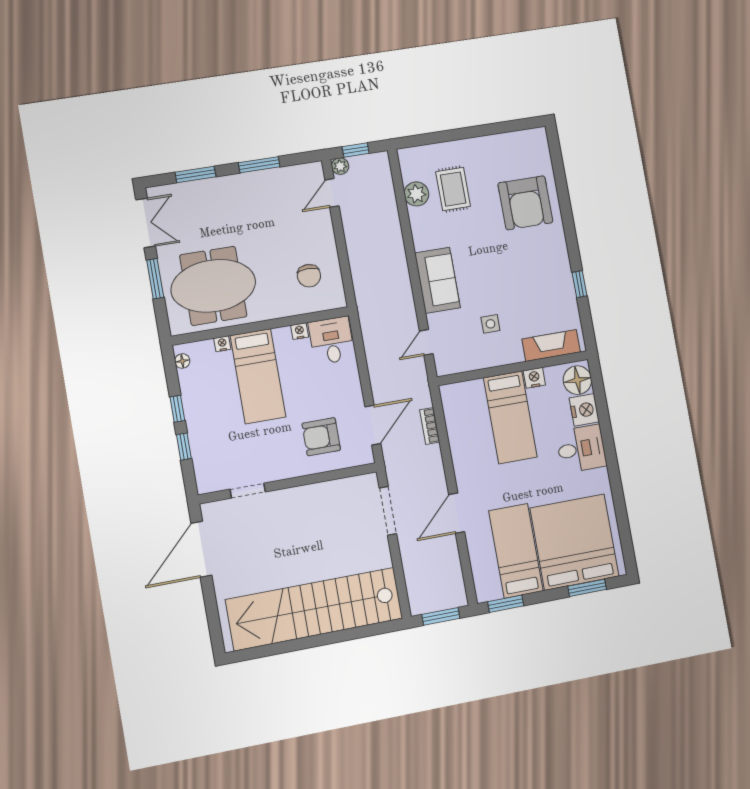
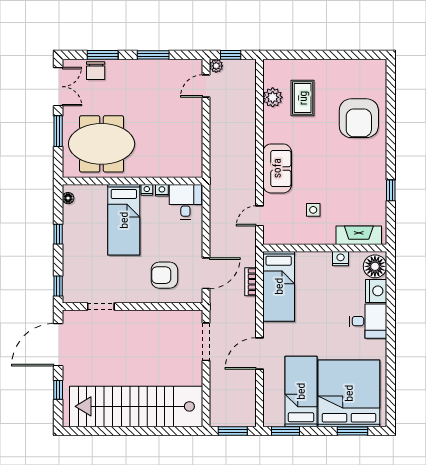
chair: (309, 276) -> (96, 71), moved
nightstand: (222, 344) -> (147, 190), moved
bed: (510, 417) -> (279, 286), moved
window: (184, 447) -> (58, 286), moved
window: (211, 607) -> (58, 390), added

